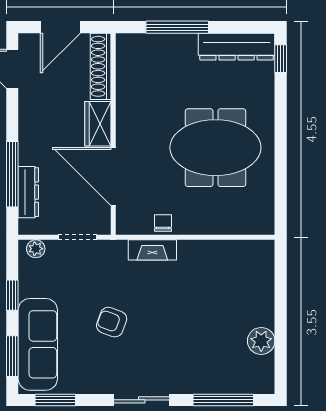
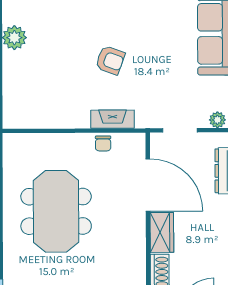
meeting table: (215, 148) -> (56, 211), turned 90
armchair: (112, 322) -> (110, 60), moved

